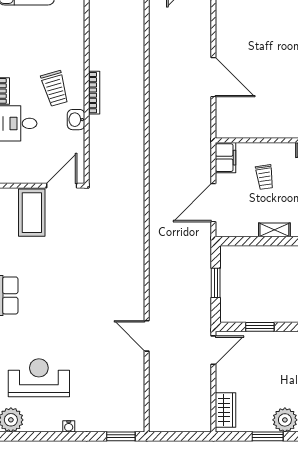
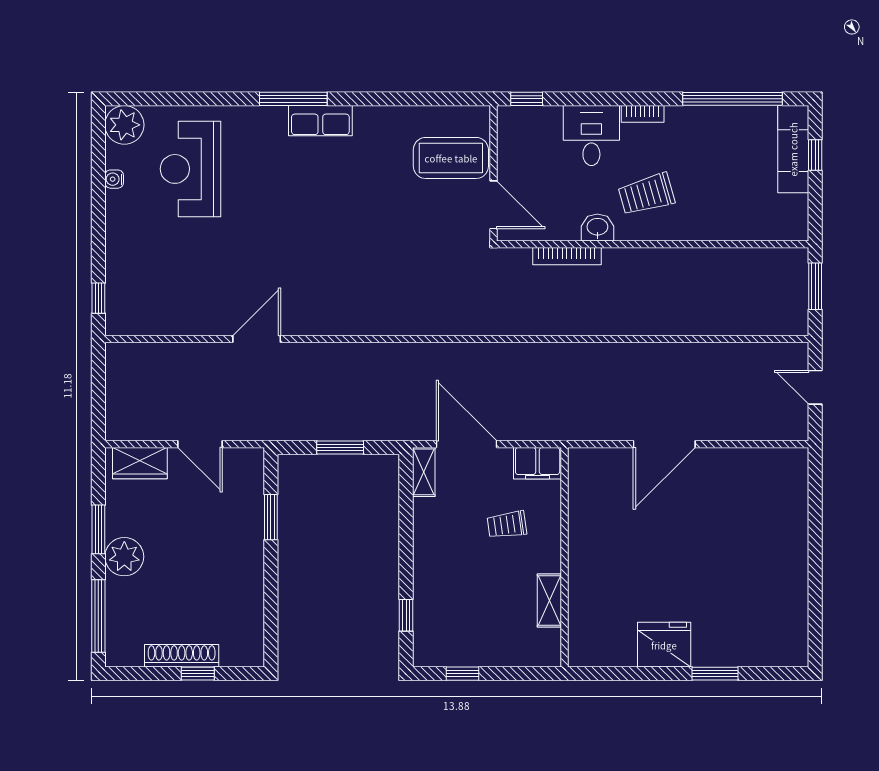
bookcase: (94, 93) -> (567, 256), moved
shelving: (274, 230) -> (424, 472), moved
door: (213, 350) -> (200, 444), moved
reception desk: (39, 378) -> (191, 169), turned 180
water cooler: (69, 426) -> (114, 179), moved
window: (121, 436) -> (98, 298), width x0.67

